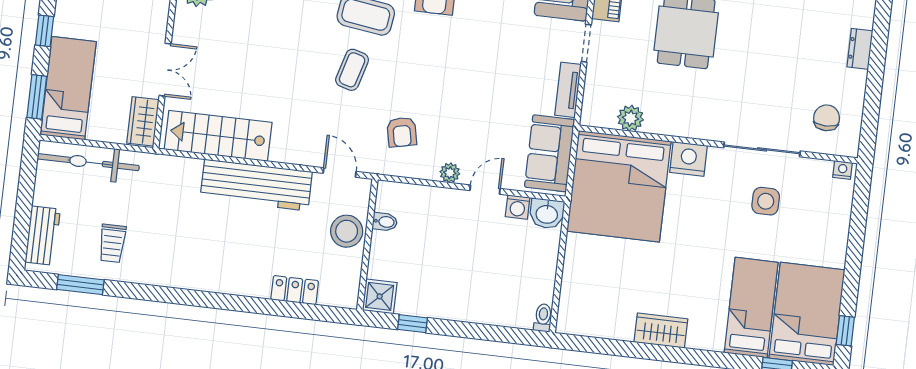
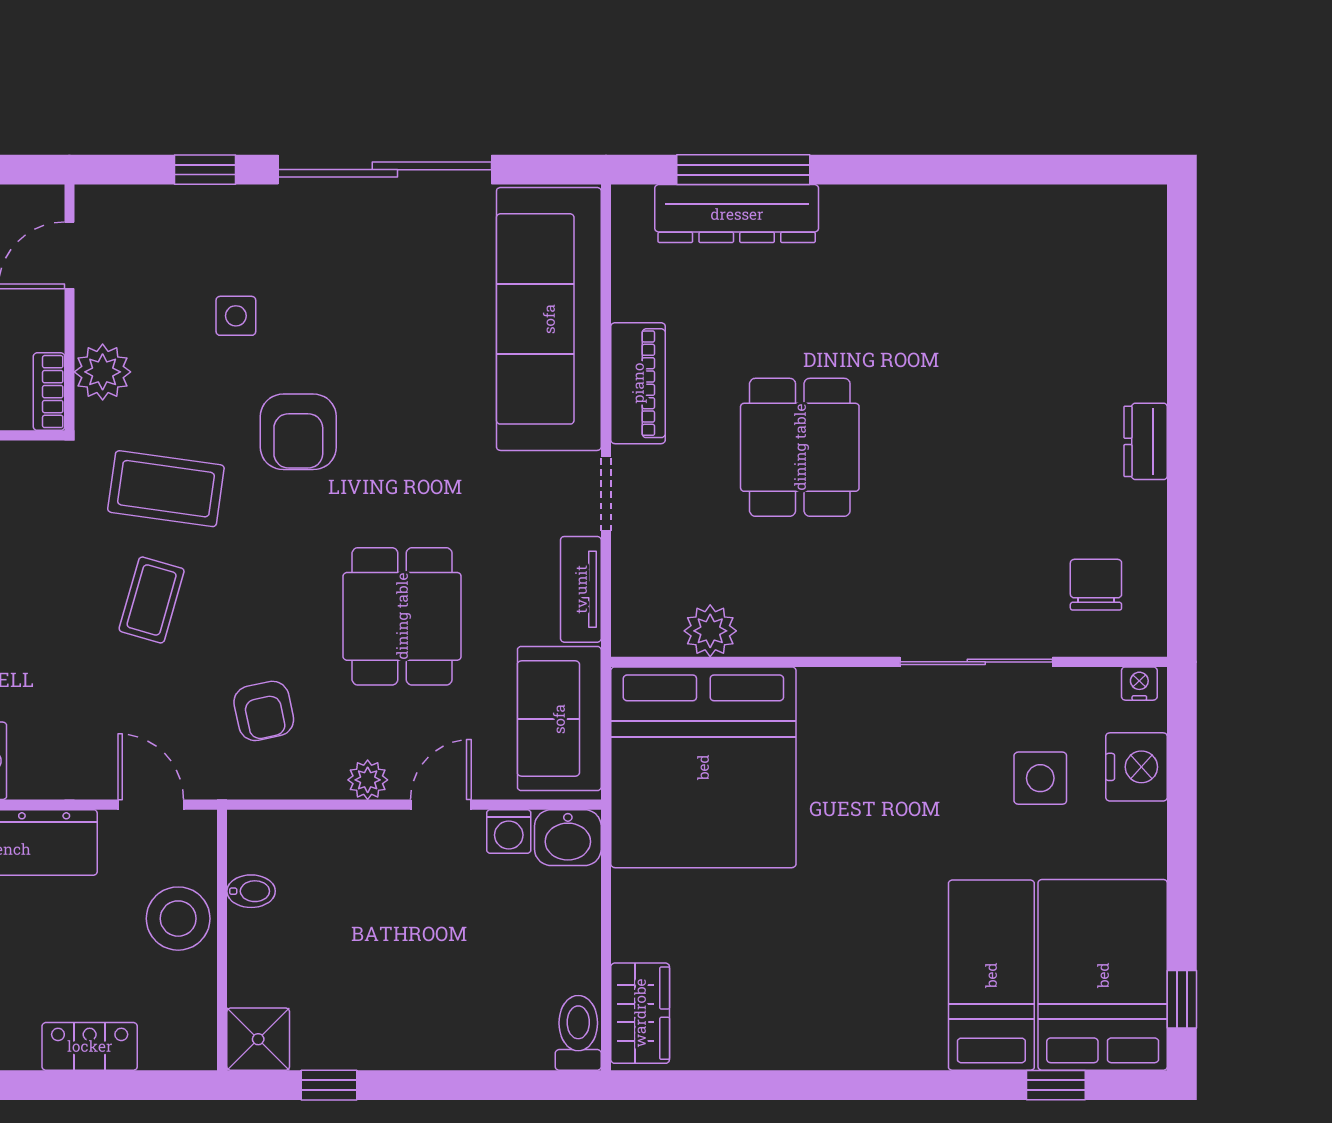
dining table: (477, 93) -> (402, 616), added
nightstand: (689, 159) -> (1137, 767), moved, turned 90
side table: (766, 201) -> (1040, 778), moved
toilet: (543, 318) -> (578, 1033), width x1.37, depth x1.39
wardrobe: (661, 330) -> (640, 1013), moved, turned 90

